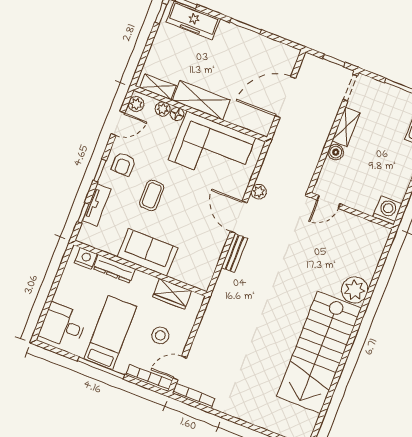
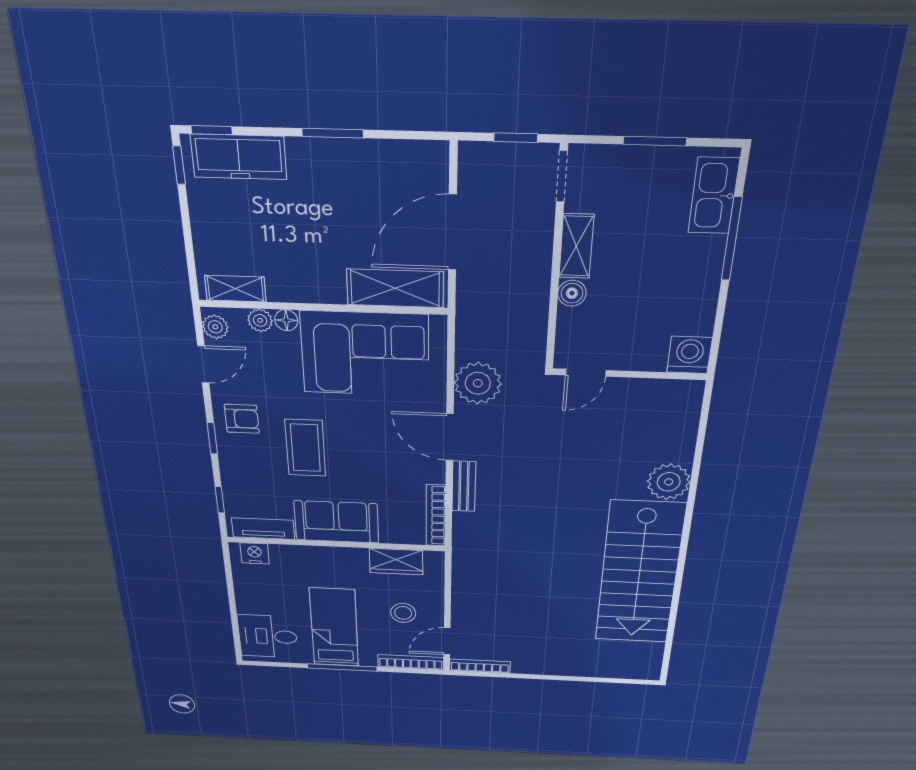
shelving: (201, 100) -> (395, 288), moved
armchair: (123, 164) -> (242, 419), turned -90
plant: (259, 192) -> (478, 383), width x1.88, depth x1.88
coffee table: (152, 195) -> (305, 448), width x1.36, depth x1.30
tv unit: (97, 205) -> (263, 529), moved, turned -90
bookcase: (210, 268) -> (436, 516), added
dresser: (114, 269) -> (300, 555), removed

